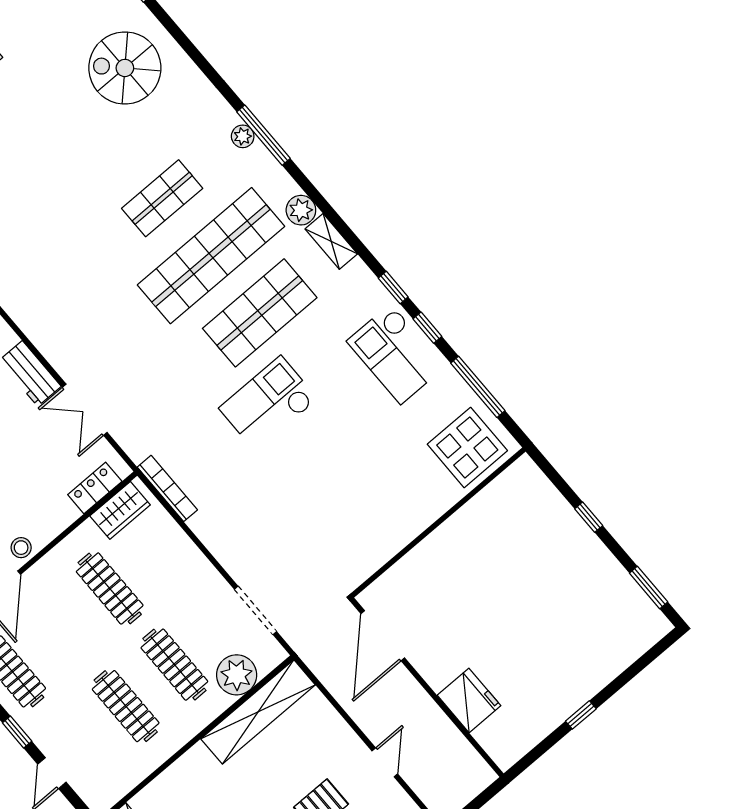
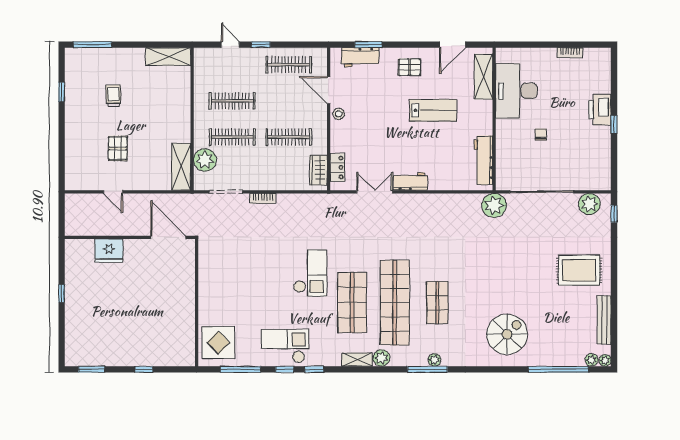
bookcase: (167, 488) -> (263, 198), moved, width x0.64
shelving: (258, 712) -> (181, 167), width x0.68

